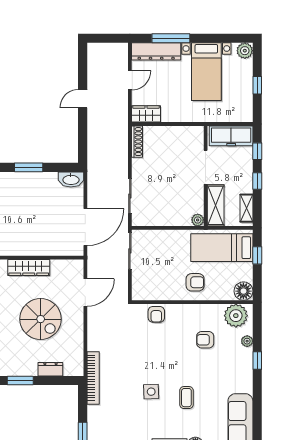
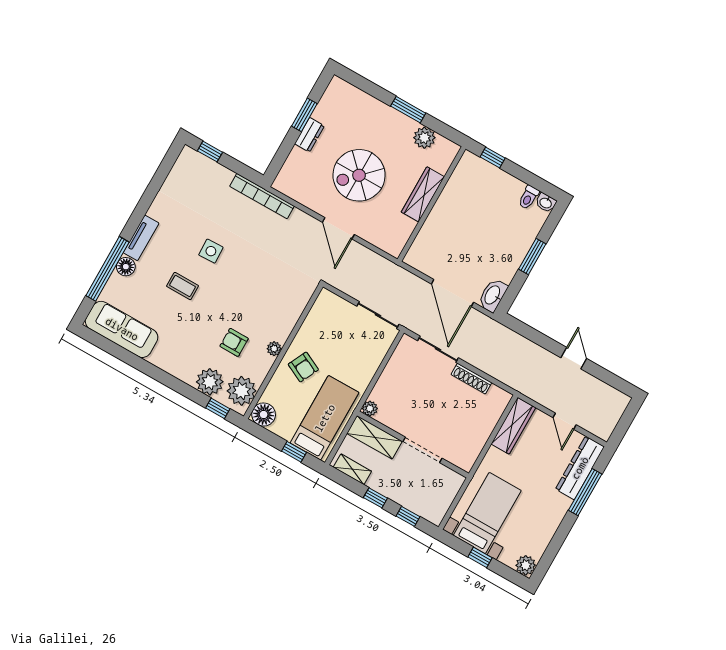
bed with nightstands: (206, 72) -> (487, 513), moved, turned 90
wardrobe: (146, 114) -> (513, 426), width x1.50
freezer: (231, 136) -> (441, 497), removed
shoe rack: (137, 142) -> (471, 379), moved
door: (85, 227) -> (453, 293), moved
armchair: (195, 282) -> (303, 367), turned -64
door: (85, 292) -> (338, 228), moved
plant: (194, 310) -> (274, 349), added
armchair: (156, 314) -> (292, 305), removed
armchair: (205, 340) -> (234, 342), turned -90
plant: (247, 341) -> (210, 382), width x1.87, depth x1.87
window: (257, 360) -> (218, 408), moved
dresser: (50, 369) -> (310, 135), moved

